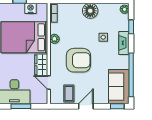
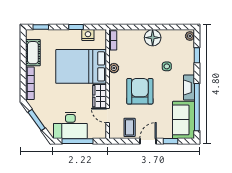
fireplace: (124, 43) -> (189, 88), moved
armchair: (78, 60) -> (140, 91), turned -90
window: (21, 106) -> (77, 141), width x1.44
window: (117, 106) -> (171, 141), moved

